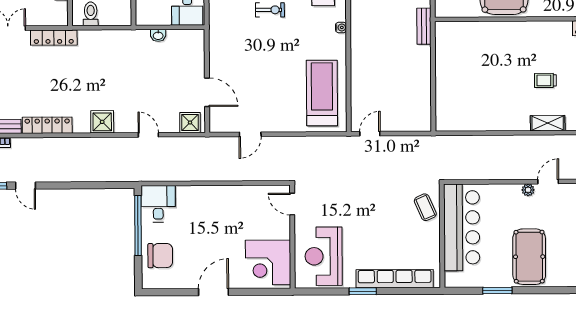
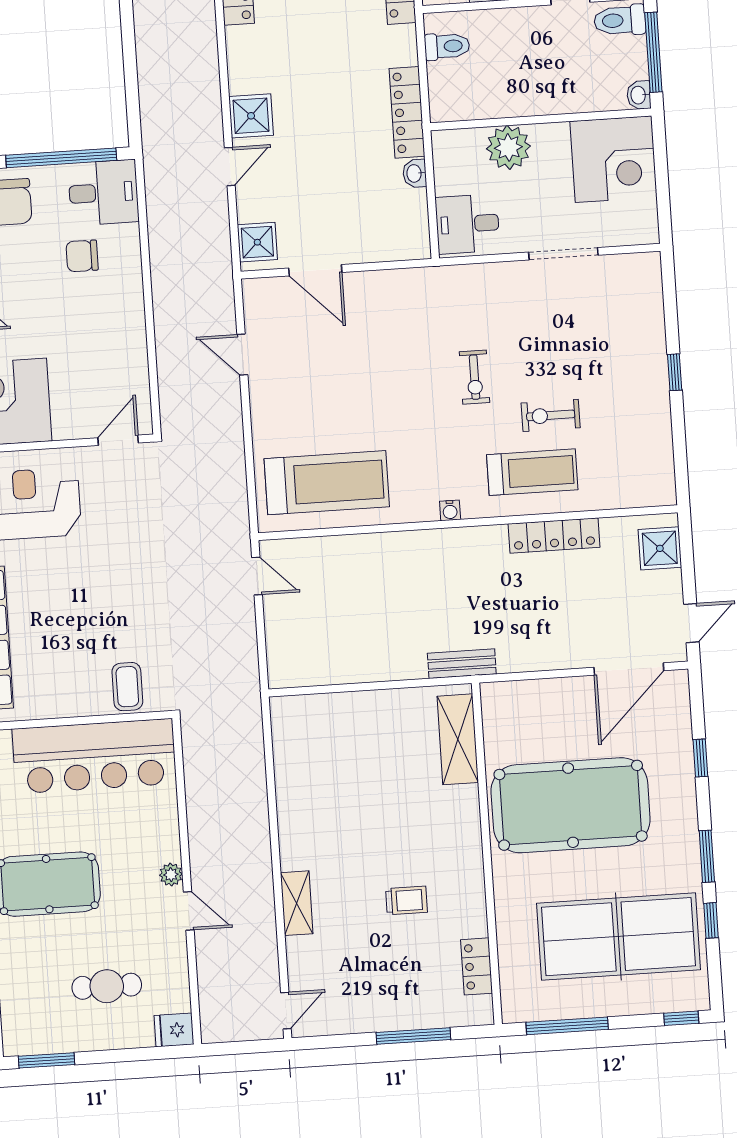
shelving: (465, 31) -> (458, 739), added
locker: (125, 38) -> (407, 112), added
trolley: (545, 80) -> (406, 901), moved, turned 90
door: (207, 92) -> (315, 270), hinge flipped
shower: (102, 122) -> (251, 116), moved
coffee table: (425, 207) -> (127, 687), turned -66
chair: (192, 217) -> (82, 256), added

